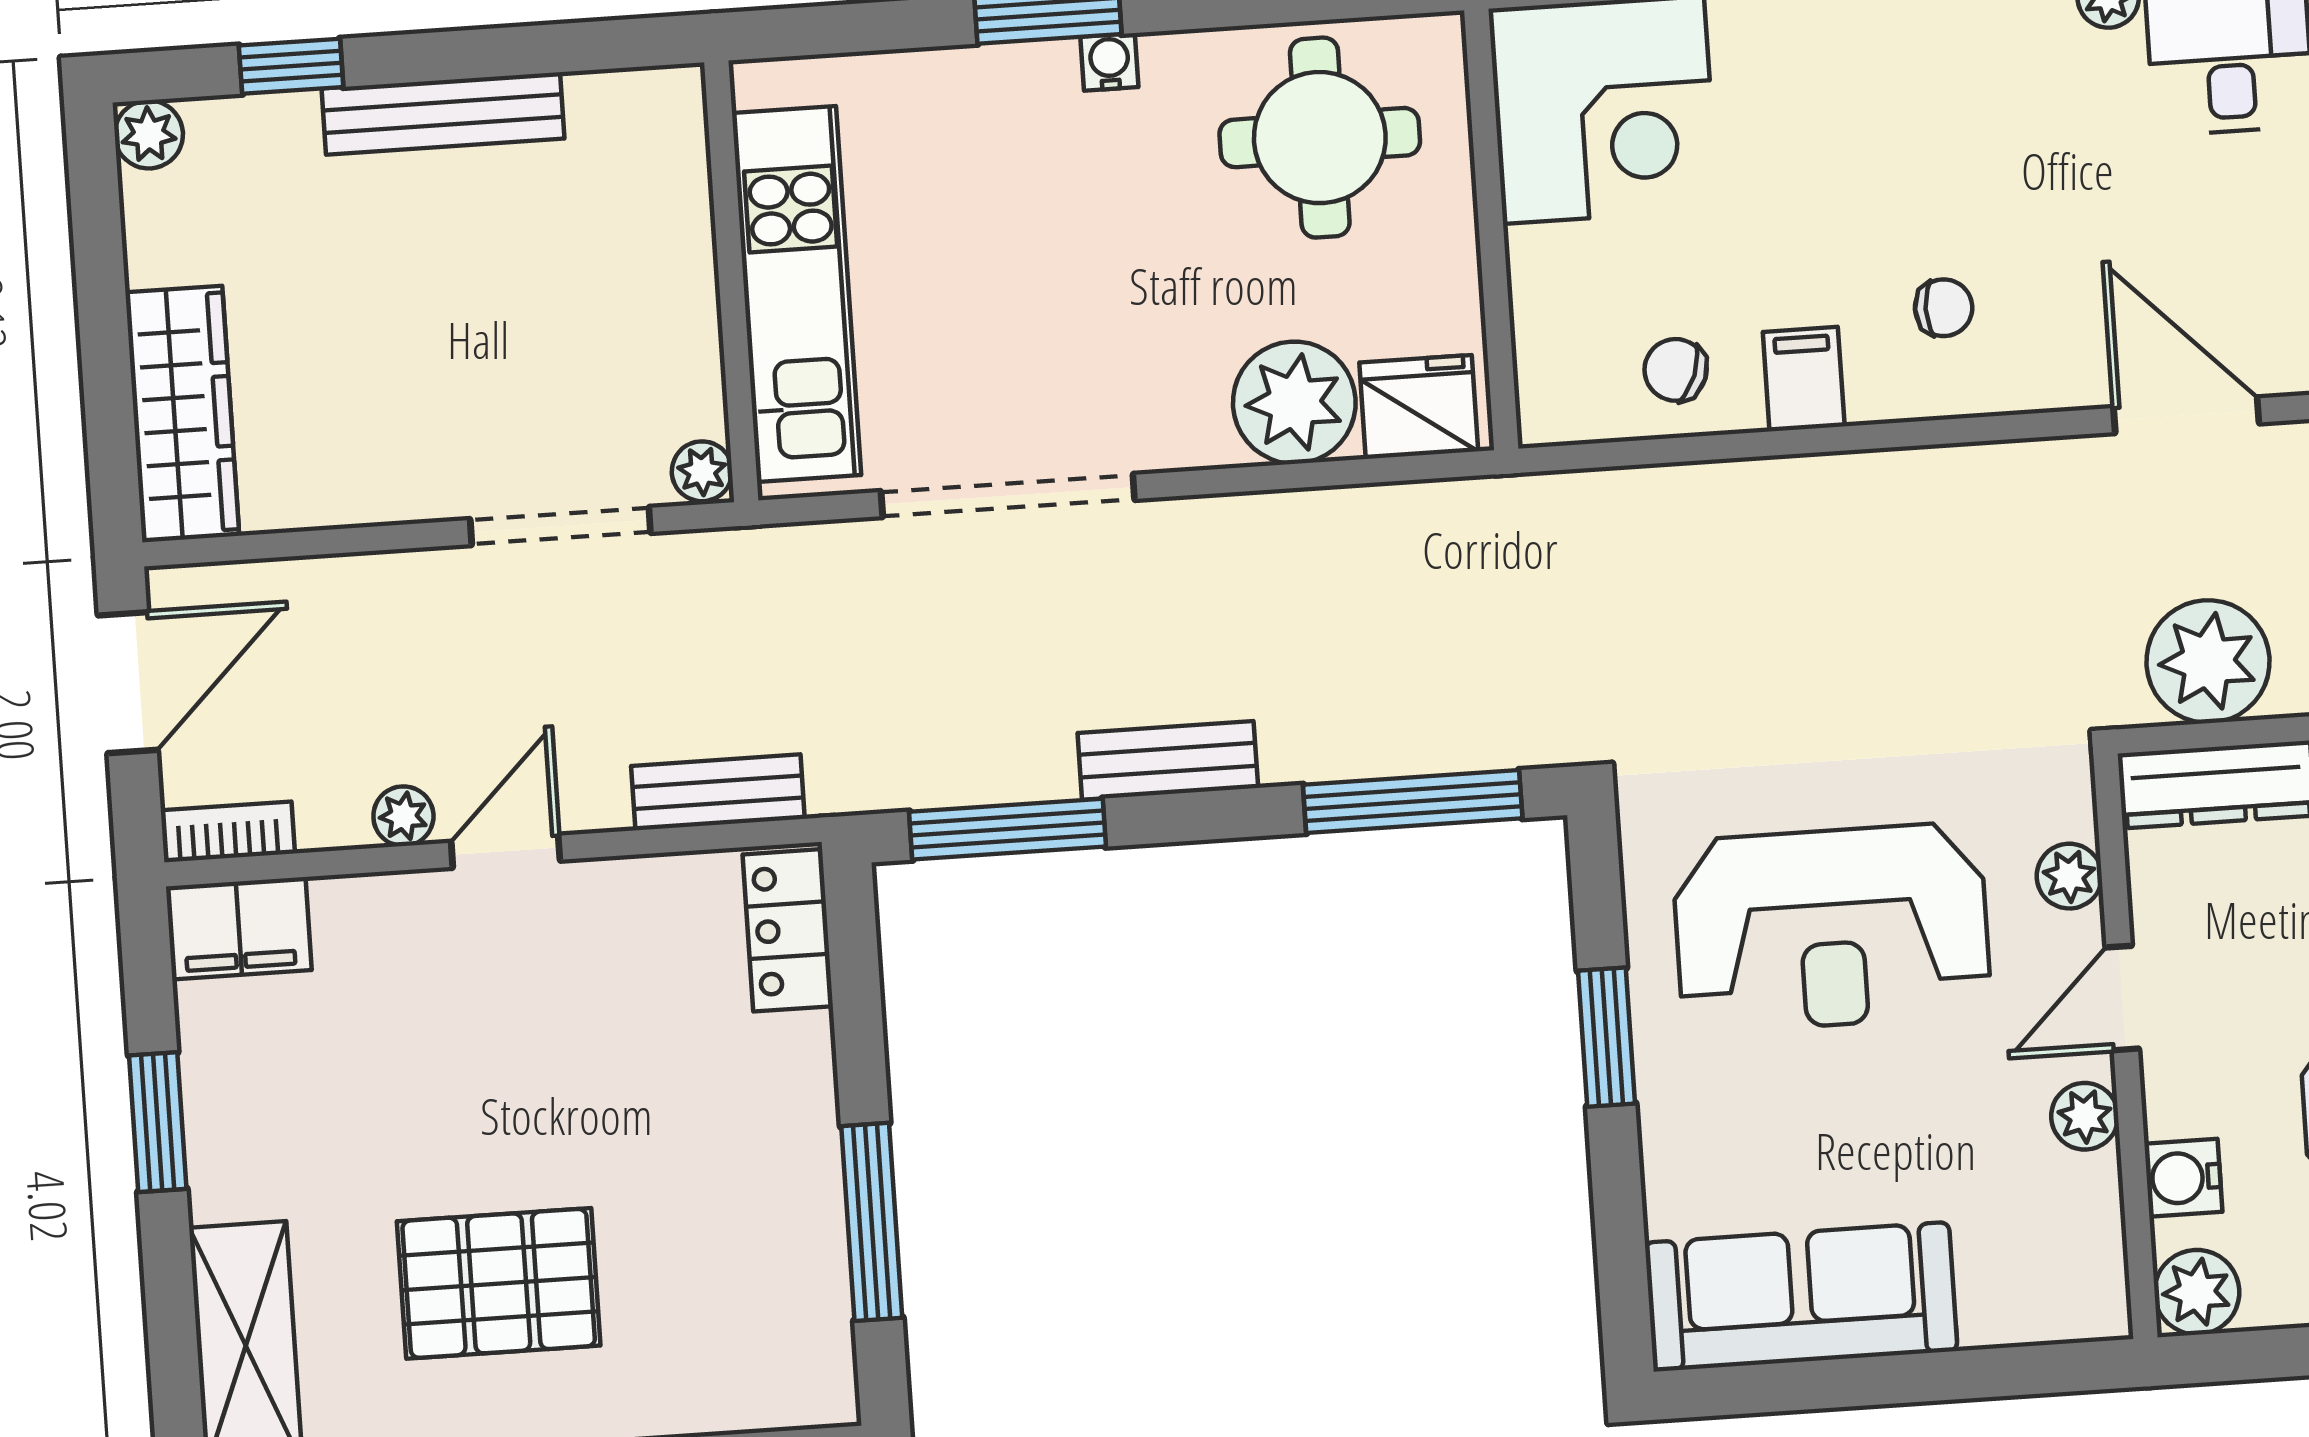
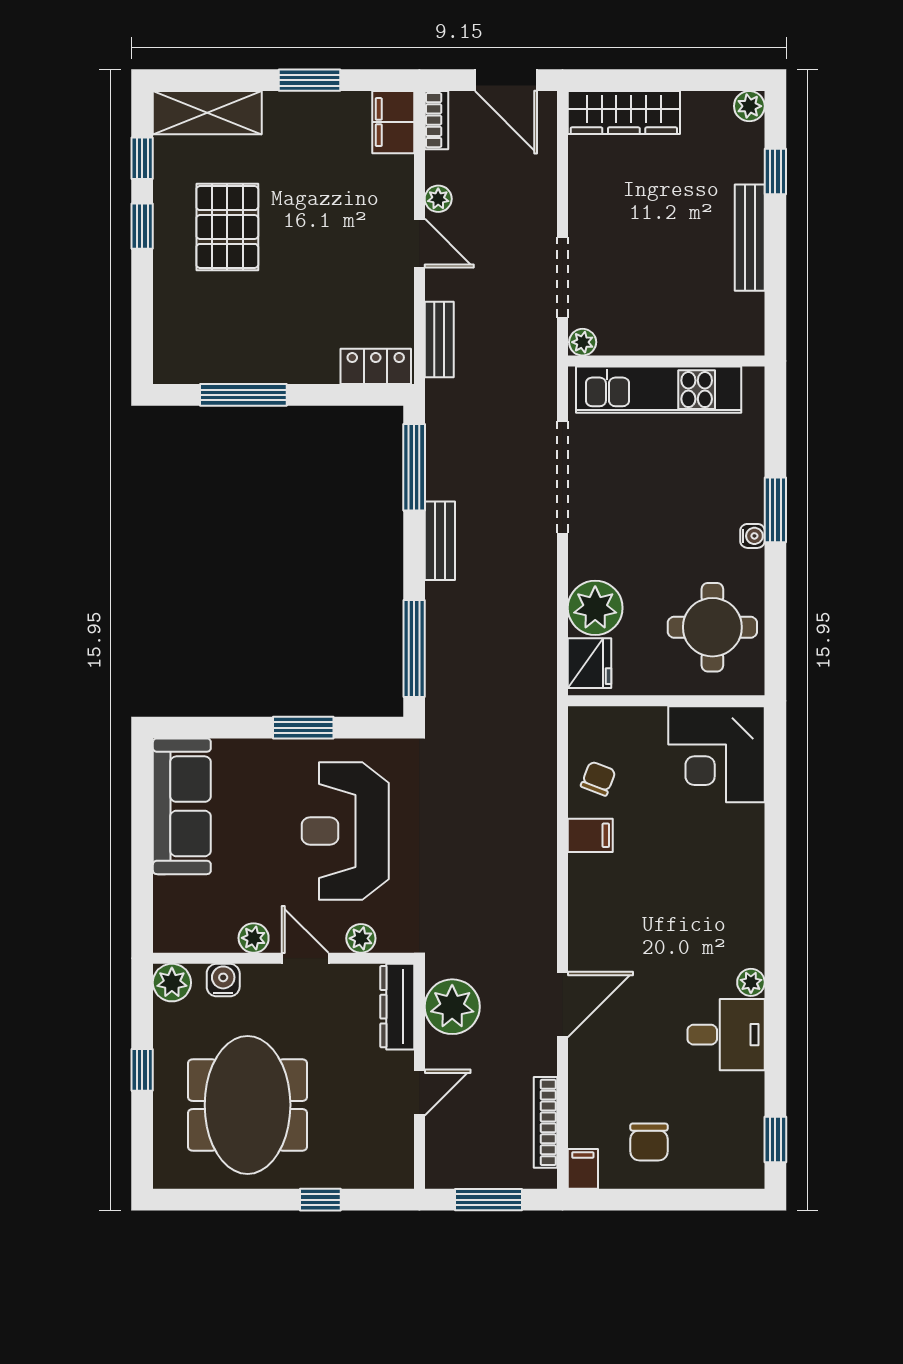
chair: (1944, 308) -> (618, 900), removed

